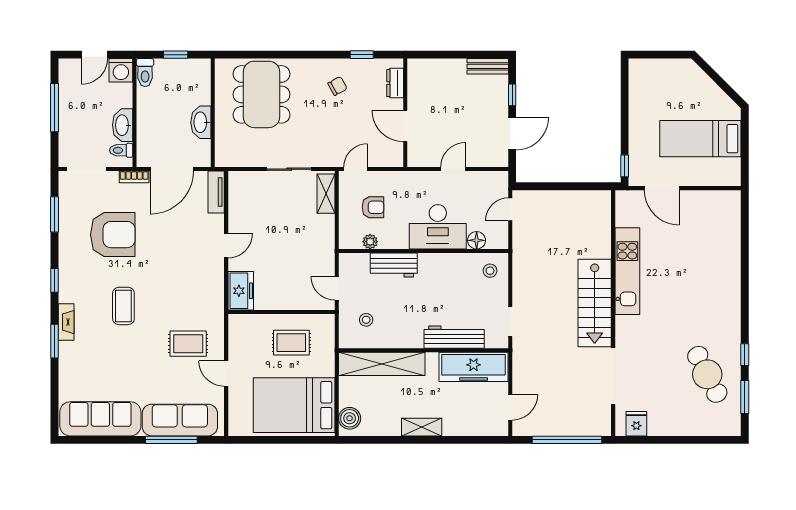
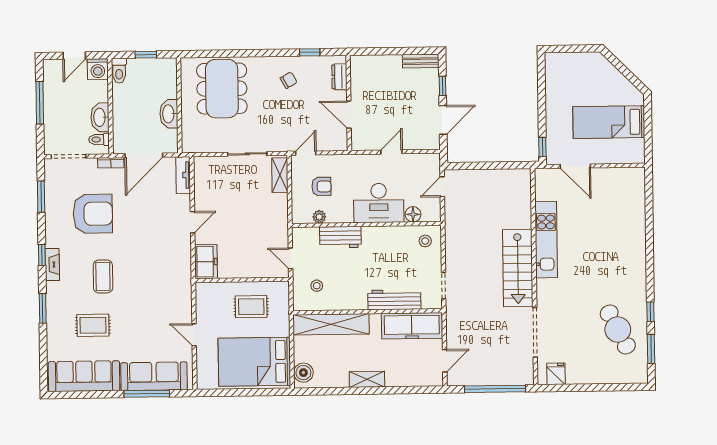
fireplace: (66, 322) -> (52, 265), moved
rug: (188, 344) -> (93, 325), moved

